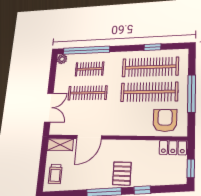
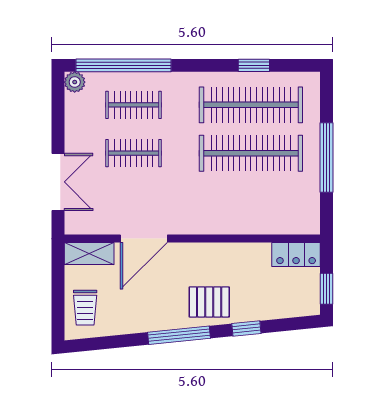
clothes rail: (87, 93) -> (134, 153), width x0.73
armchair: (165, 120) -> (281, 206), removed
pallet: (122, 173) -> (209, 302), turned 90

